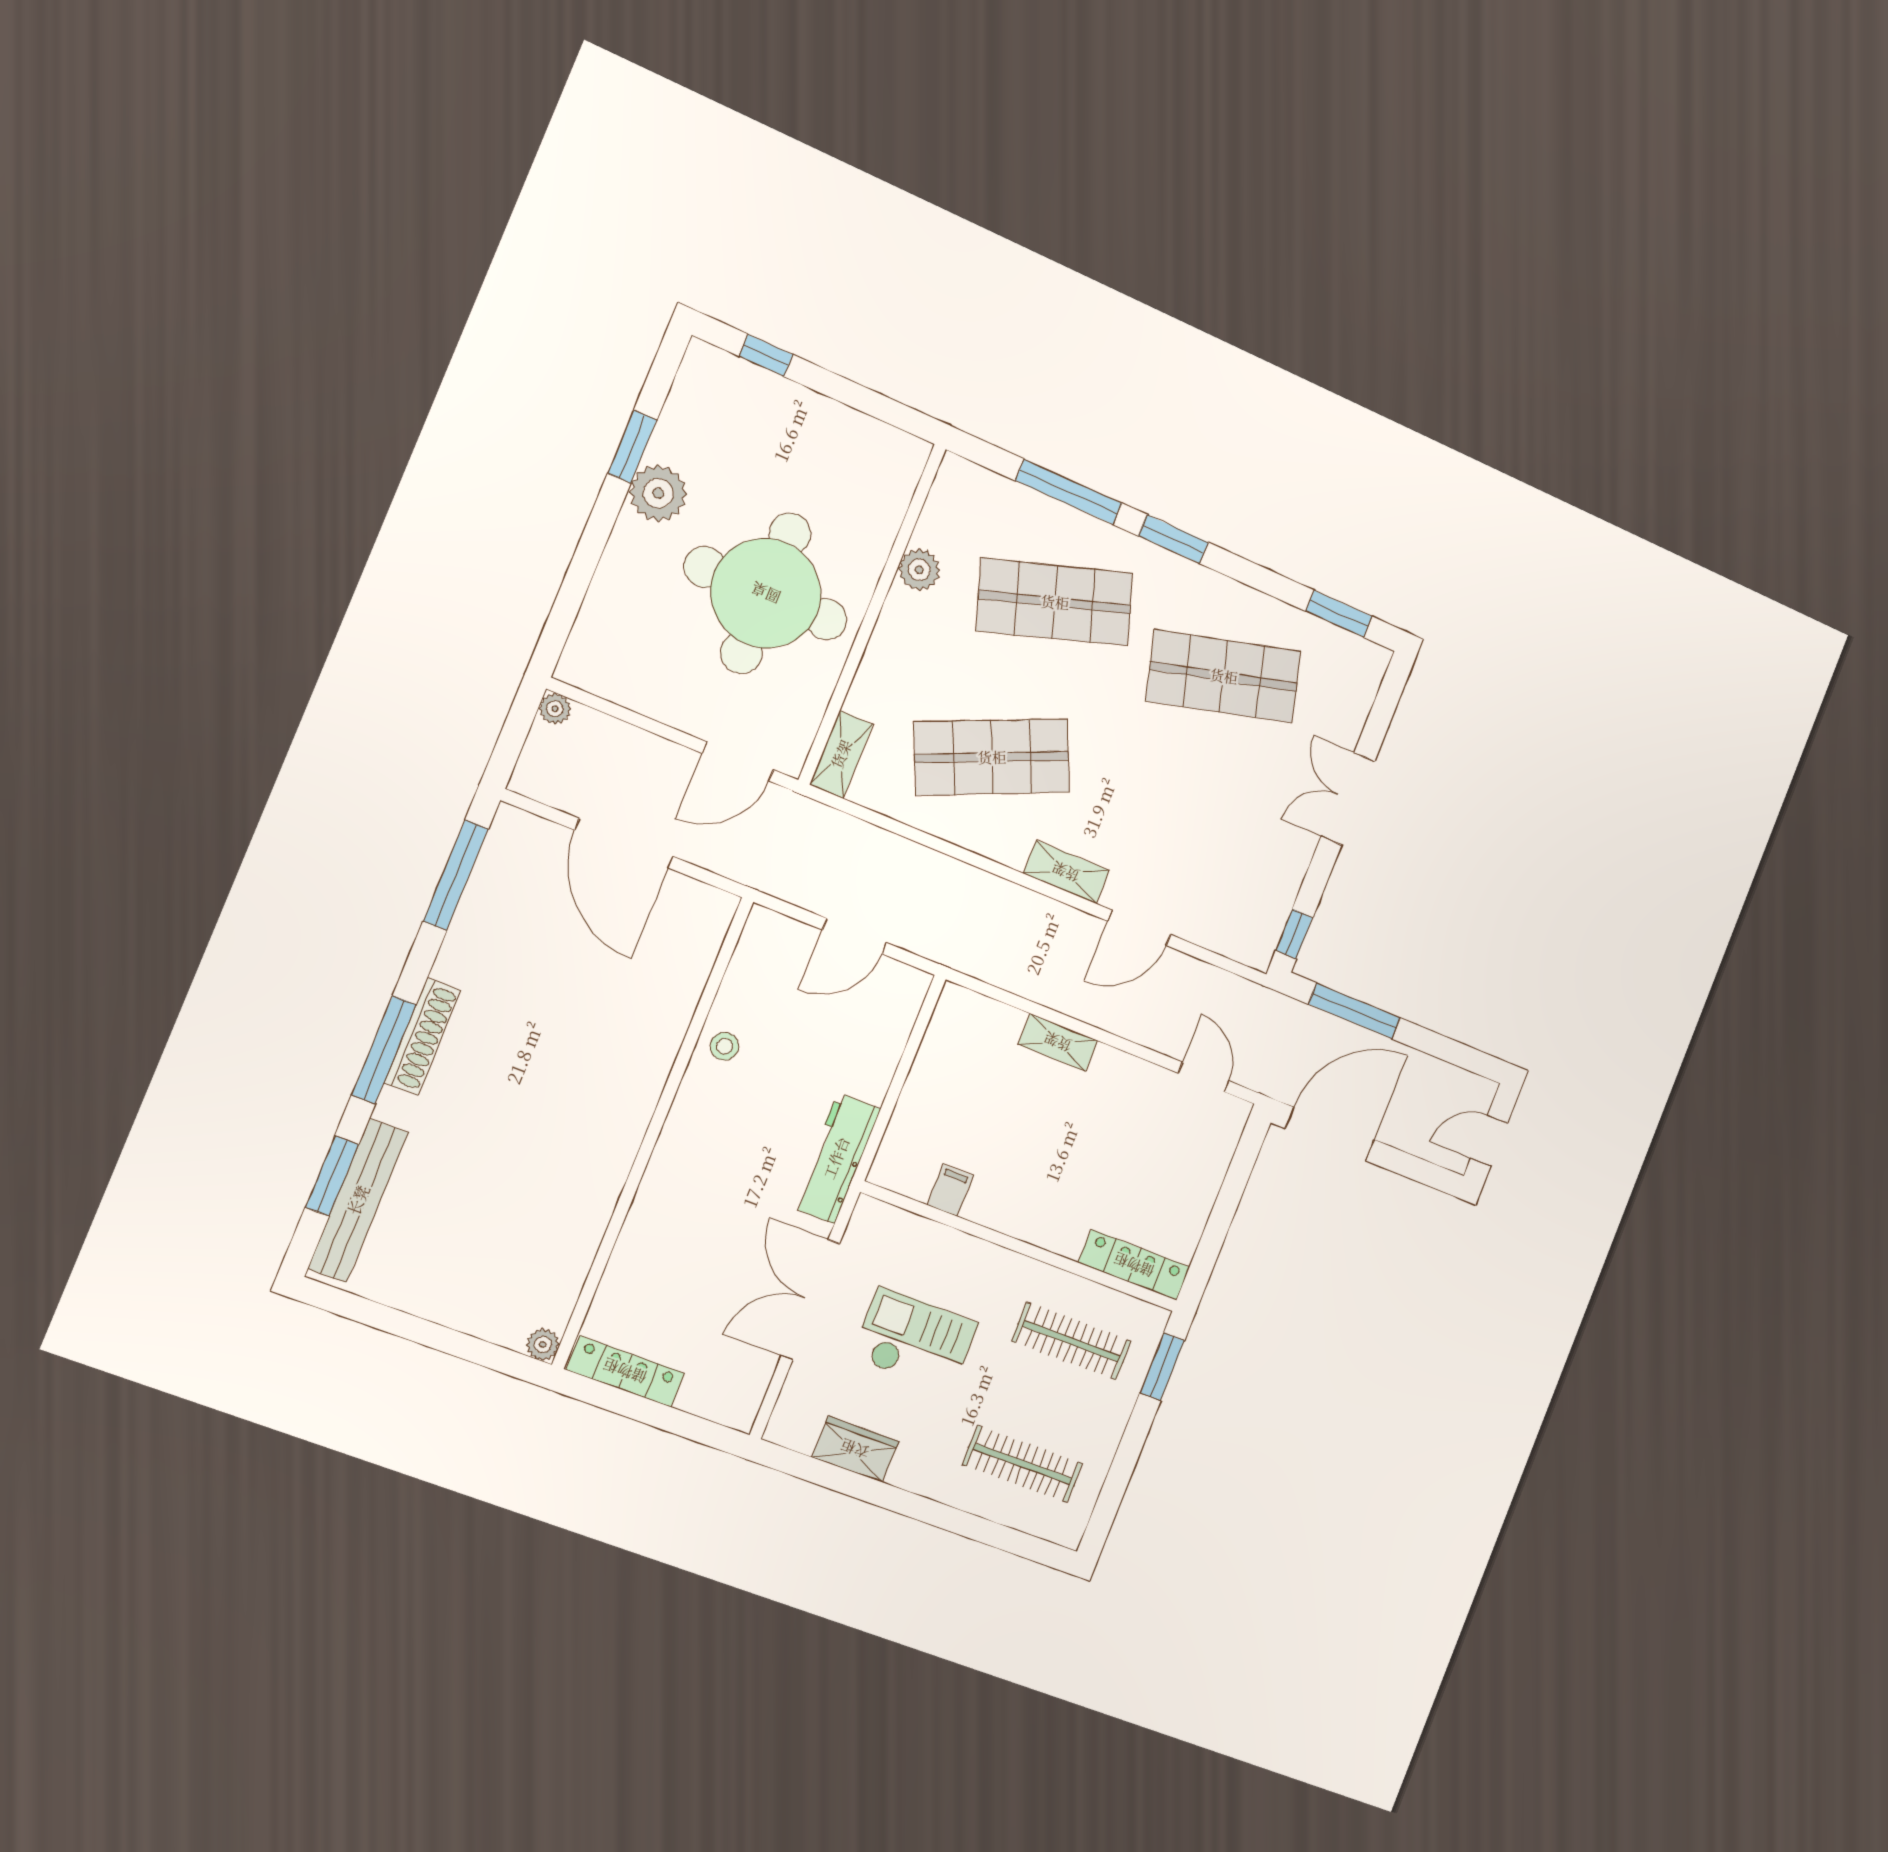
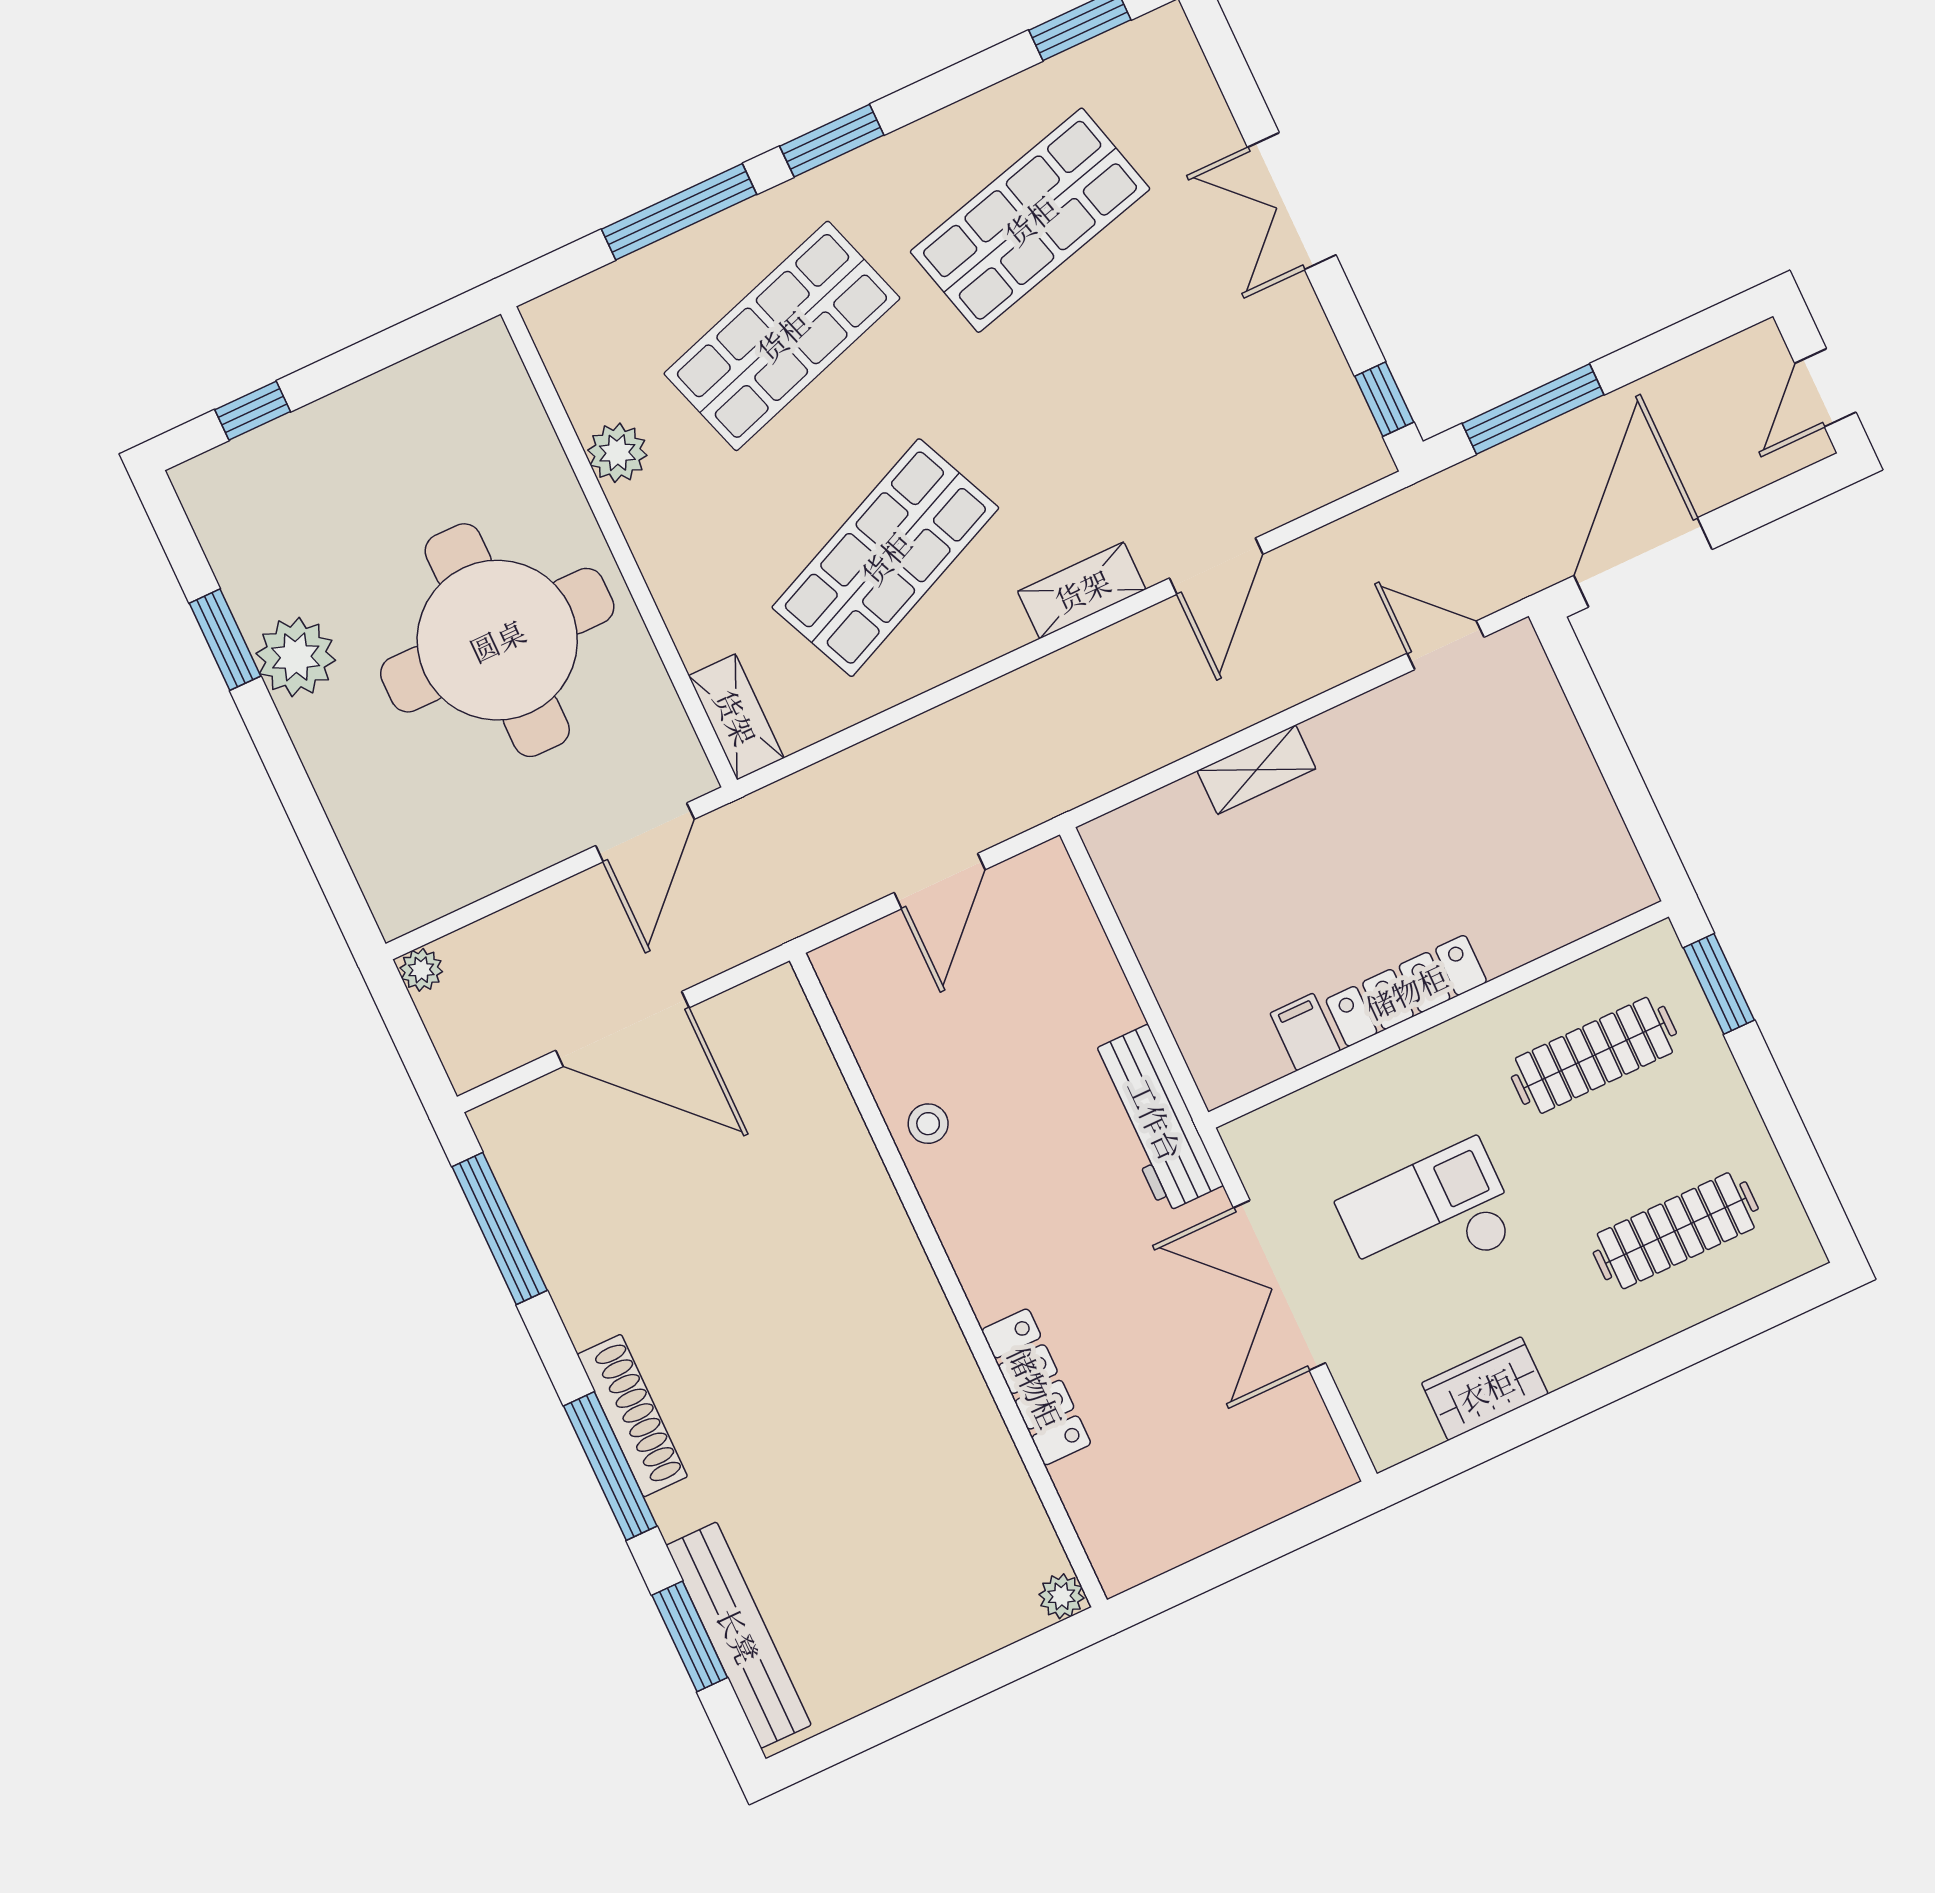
locker: (1134, 1265) -> (1406, 991), moved
locker: (625, 1371) -> (1036, 1387), moved, turned 90

